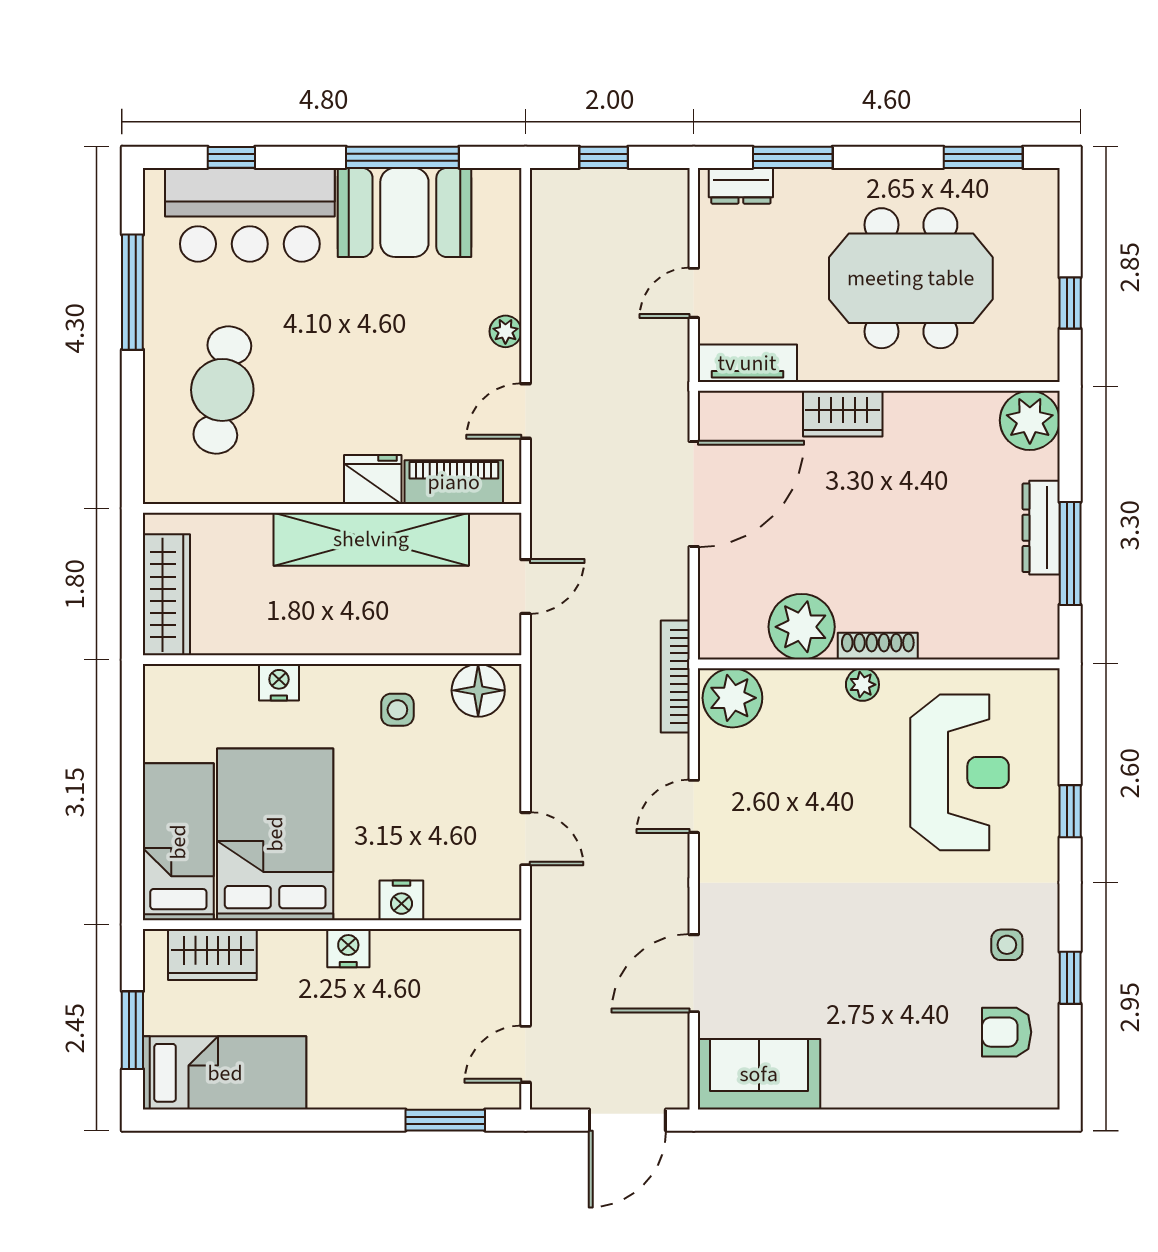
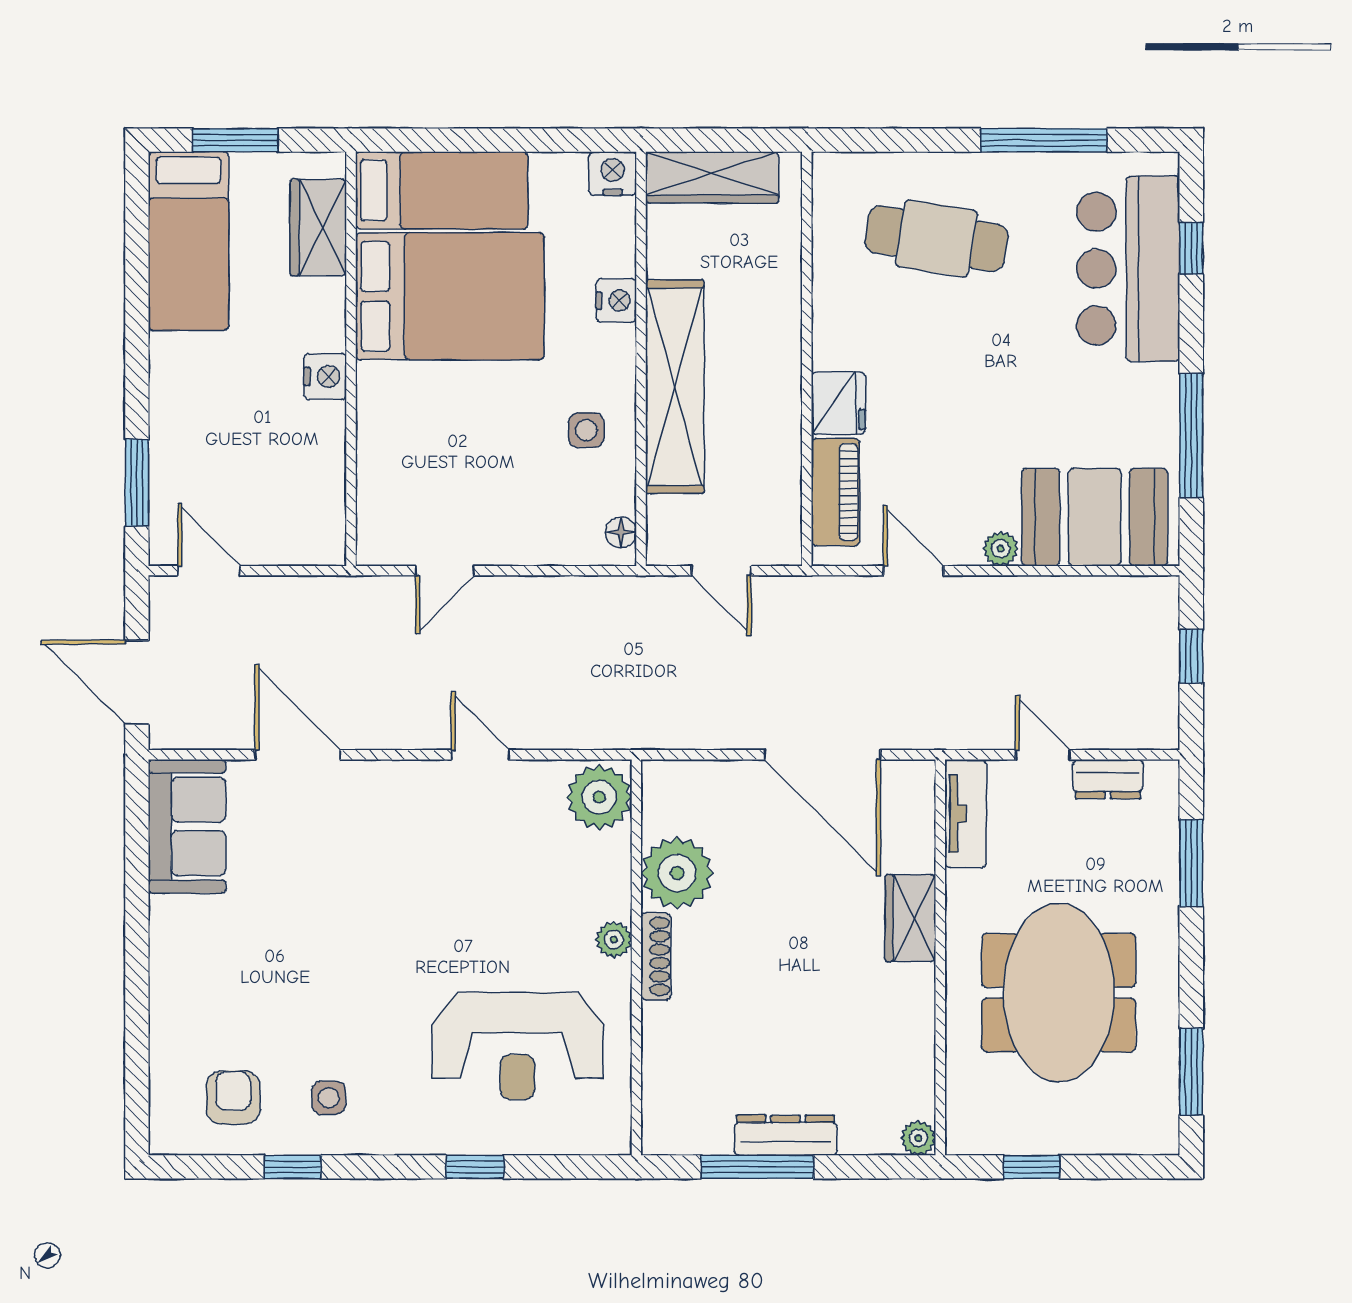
dresser: (741, 186) -> (1108, 779), moved, turned -90
booth: (404, 212) -> (1095, 517), moved, turned 90
plant: (1030, 420) -> (918, 1138), width x0.53, depth x0.53
shelving: (371, 539) -> (675, 387), moved
bookcase: (675, 676) -> (623, 734), removed
floor lamp: (478, 690) -> (621, 532), width x0.53, depth x0.53
nightstand: (401, 900) -> (613, 173), moved, turned 90

